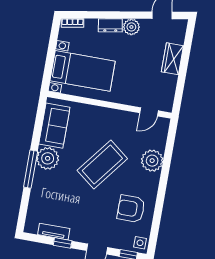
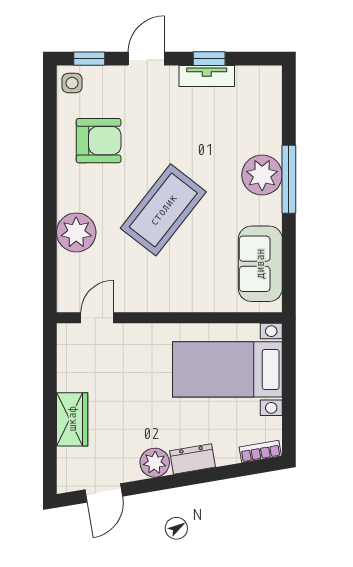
plant: (48, 158) -> (262, 175), moved
tv unit: (54, 232) -> (207, 76), moved

